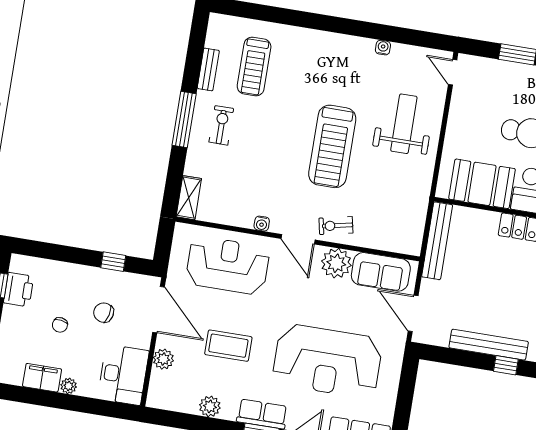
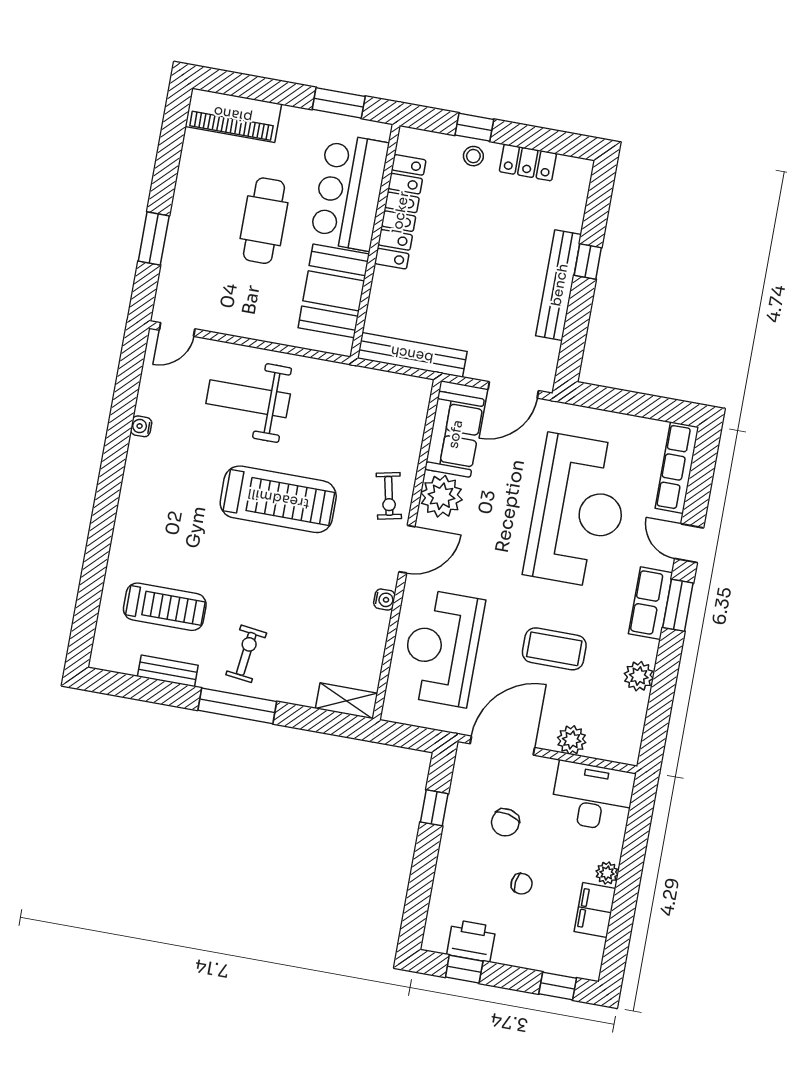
exercise bike: (221, 125) -> (246, 654), turned 97
coffee table: (228, 346) -> (554, 649), turned 90

